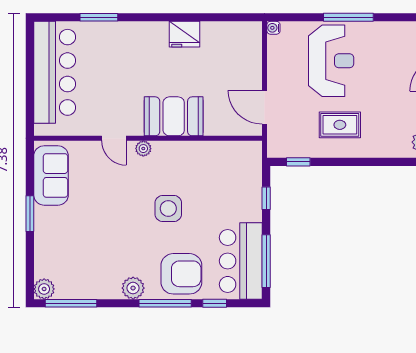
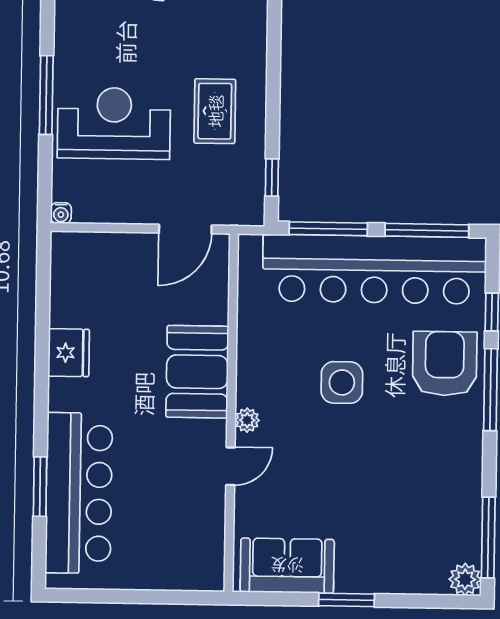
bar counter: (55, 72) -> (79, 493), moved, turned 90
window: (266, 198) -> (328, 229), width x2.17
bar counter: (241, 261) -> (374, 269), width x1.86
plant: (133, 288) -> (466, 440), removed

